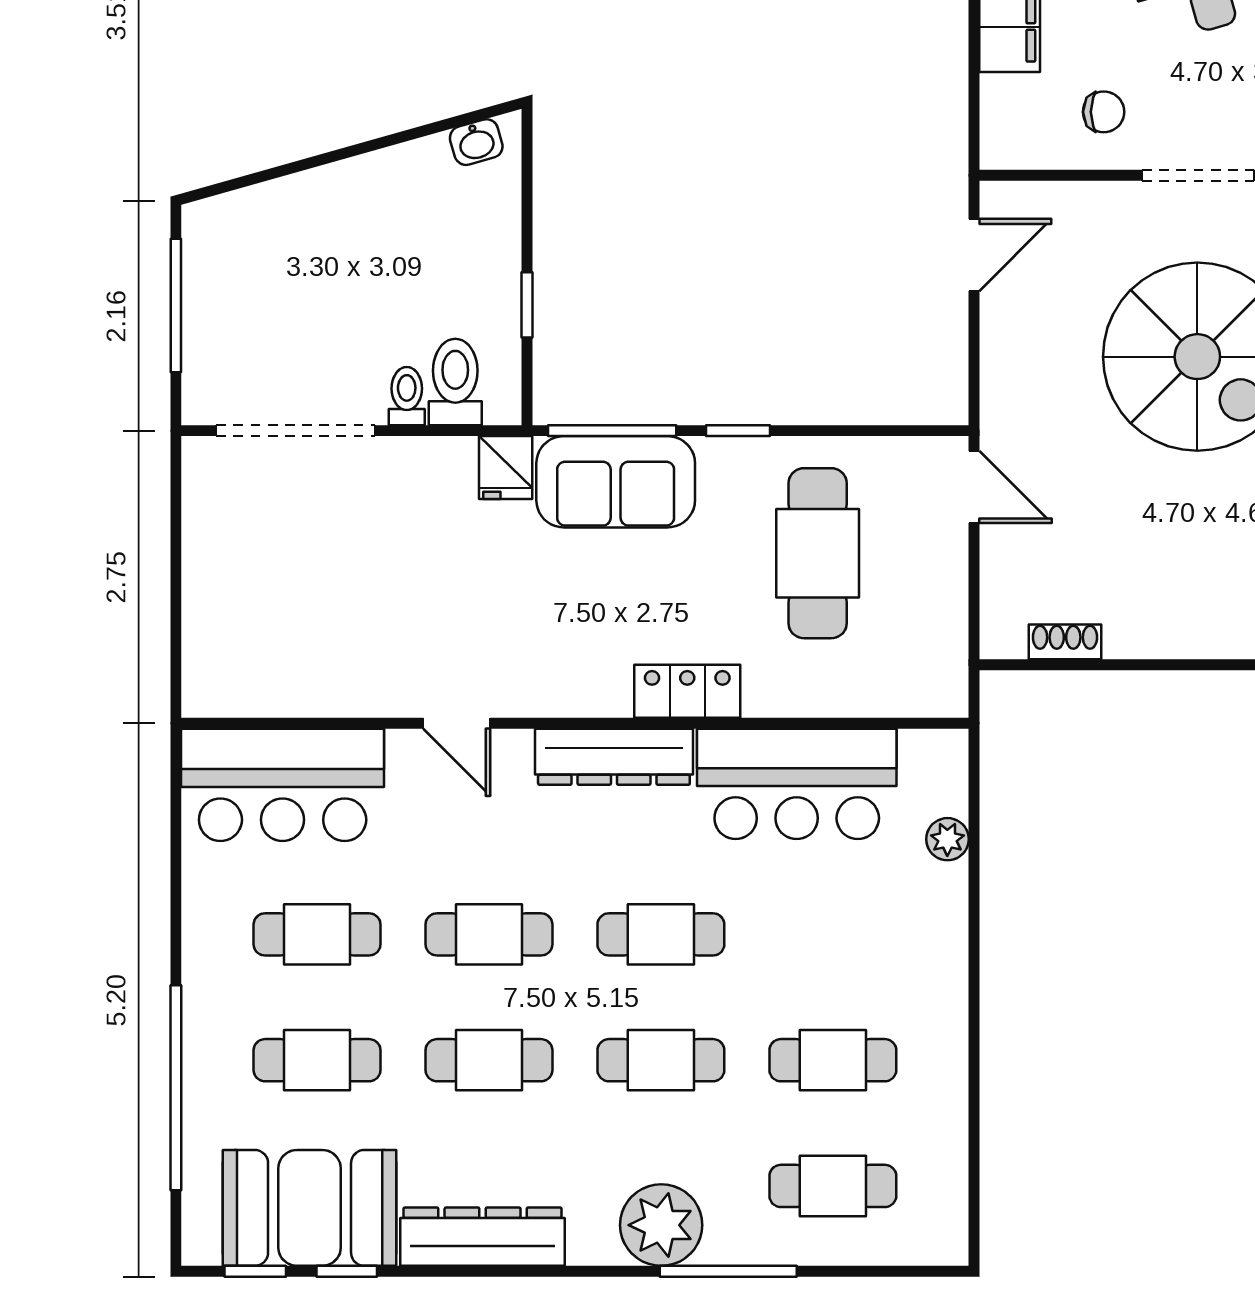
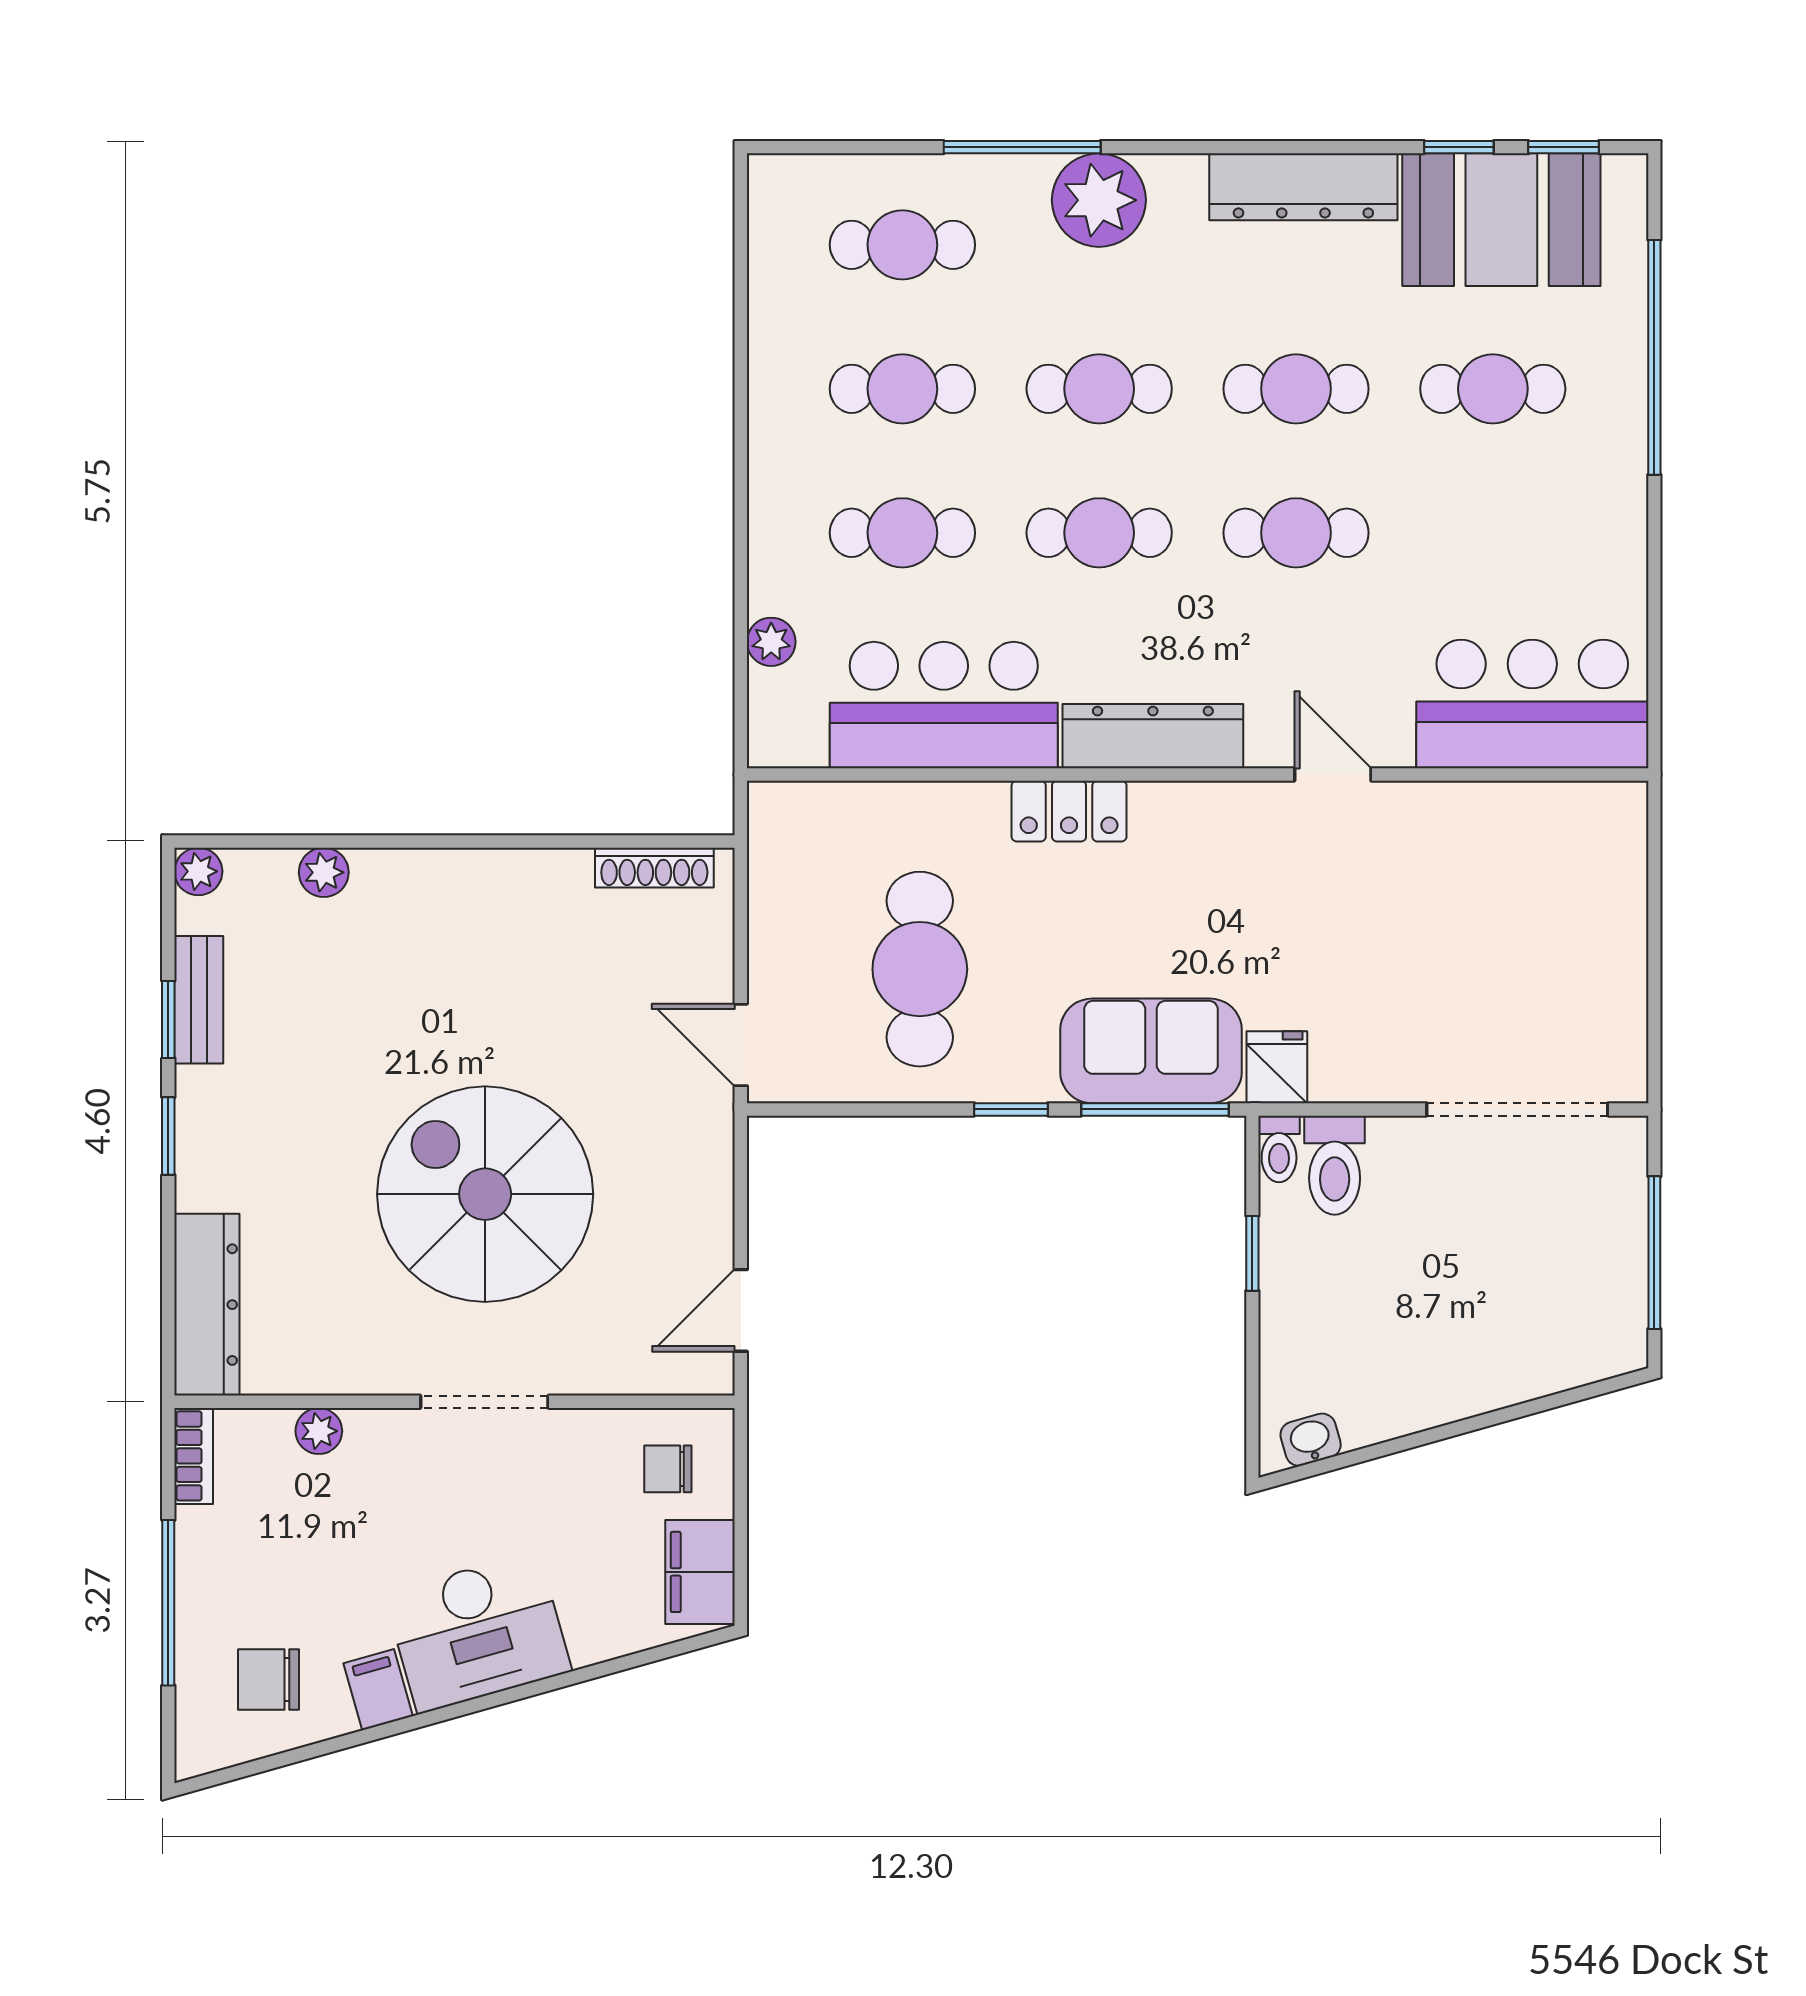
chair: (1104, 112) -> (668, 1469), moved
toilet: (407, 396) -> (1279, 1149), moved
shoe rack: (1065, 642) -> (654, 868), width x1.43
cafe table: (317, 934) -> (902, 533), moved

